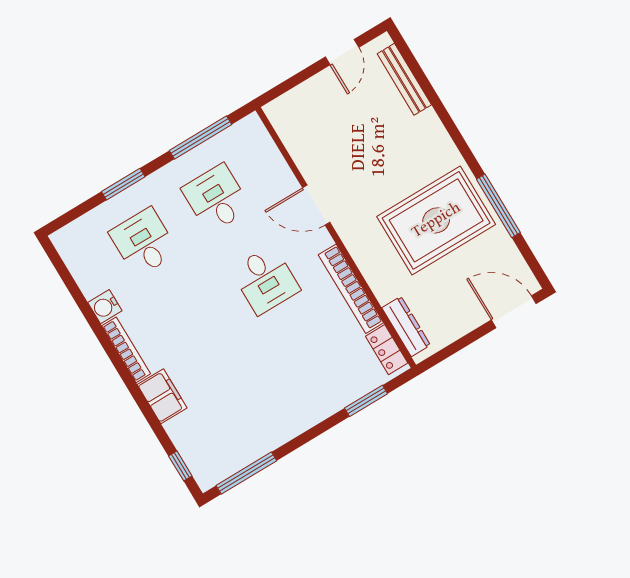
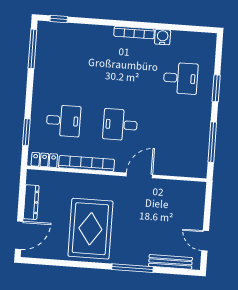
desk: (216, 198) -> (63, 121), moved
window: (498, 206) -> (132, 268), moved
dresser: (406, 326) -> (31, 202), moved, turned -90
filing cabinet: (162, 396) -> (99, 34), removed

